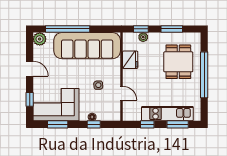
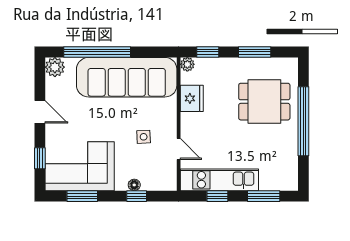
plant: (143, 37) -> (187, 64), moved
dining table: (178, 62) -> (264, 102), turned 90
kitchen unit: (167, 114) -> (219, 180), moved

